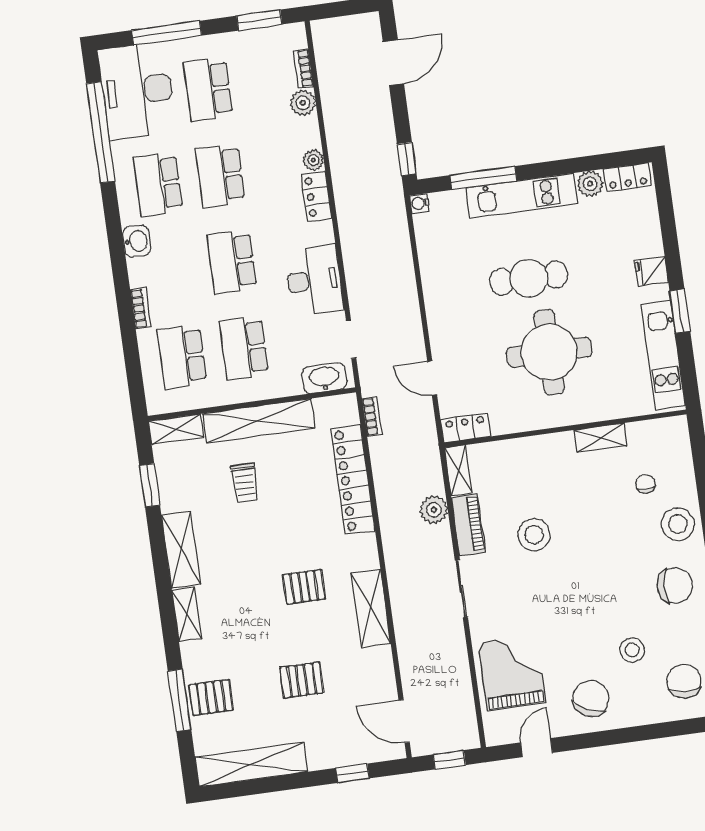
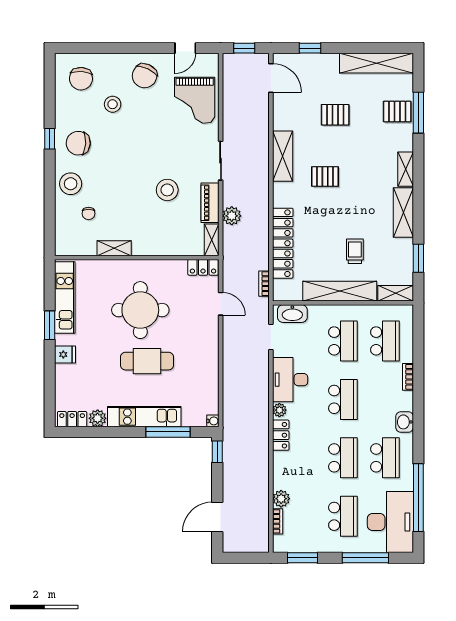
plant: (313, 160) -> (279, 410), moved

